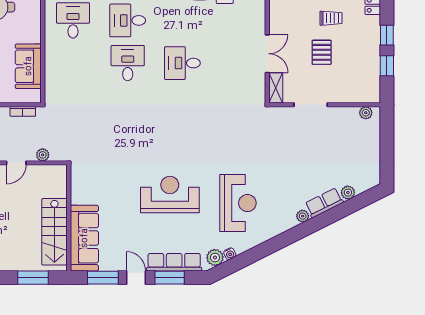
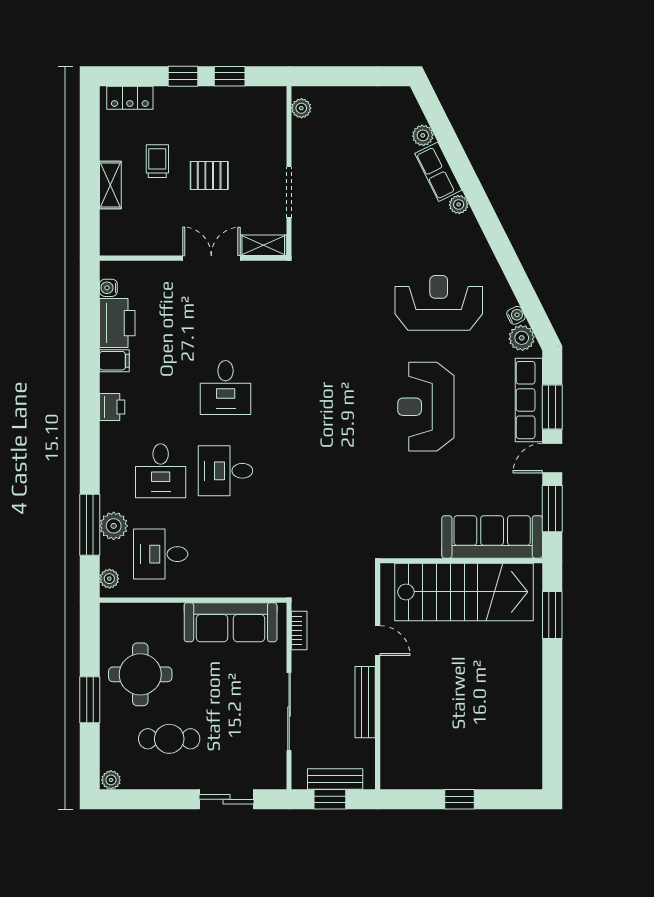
sofa: (28, 66) -> (231, 622), width x1.36
plant: (43, 155) -> (365, 600), removed
stairs: (54, 232) -> (464, 592), width x1.36, depth x1.51

